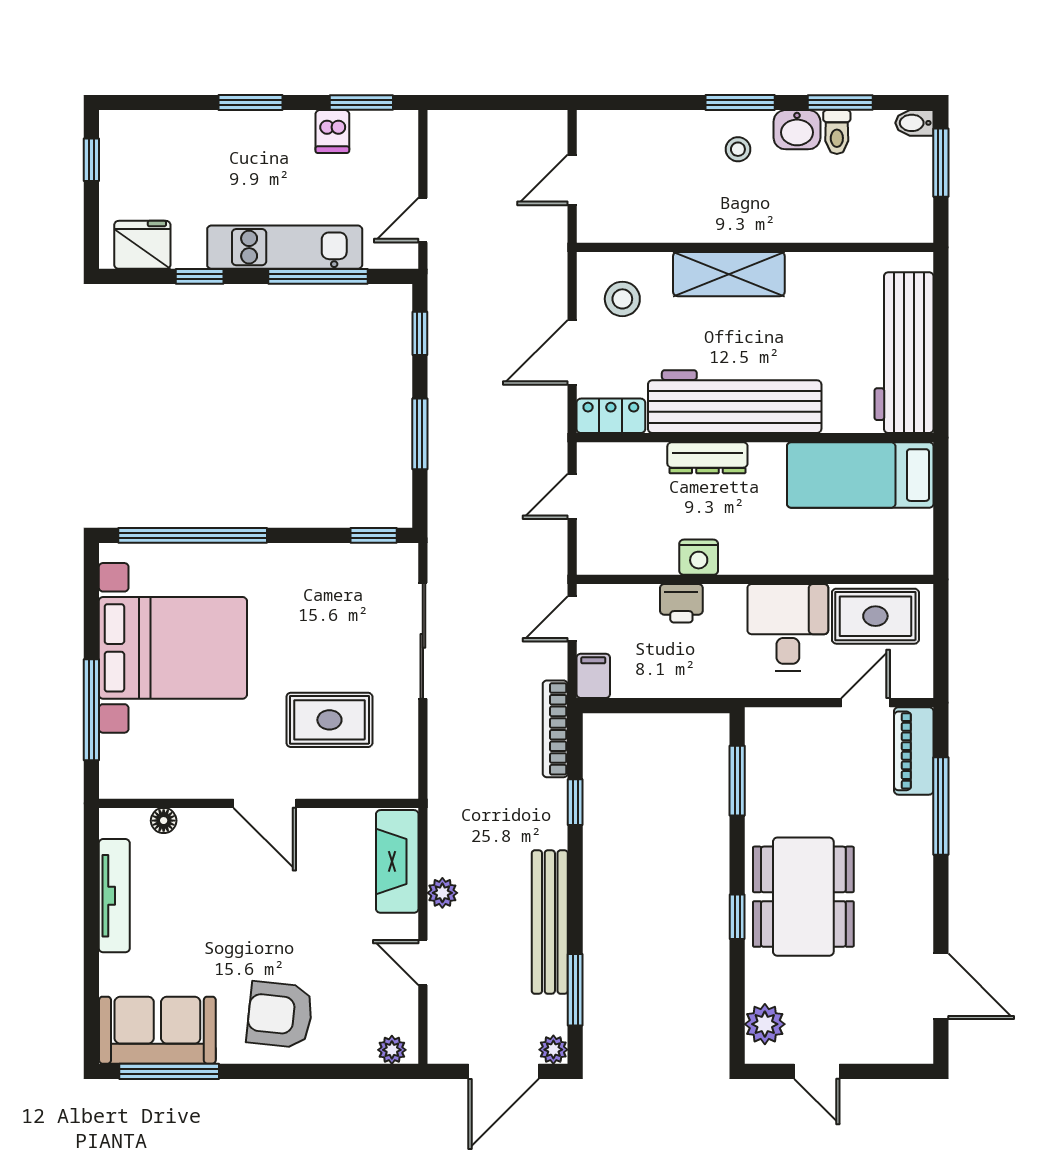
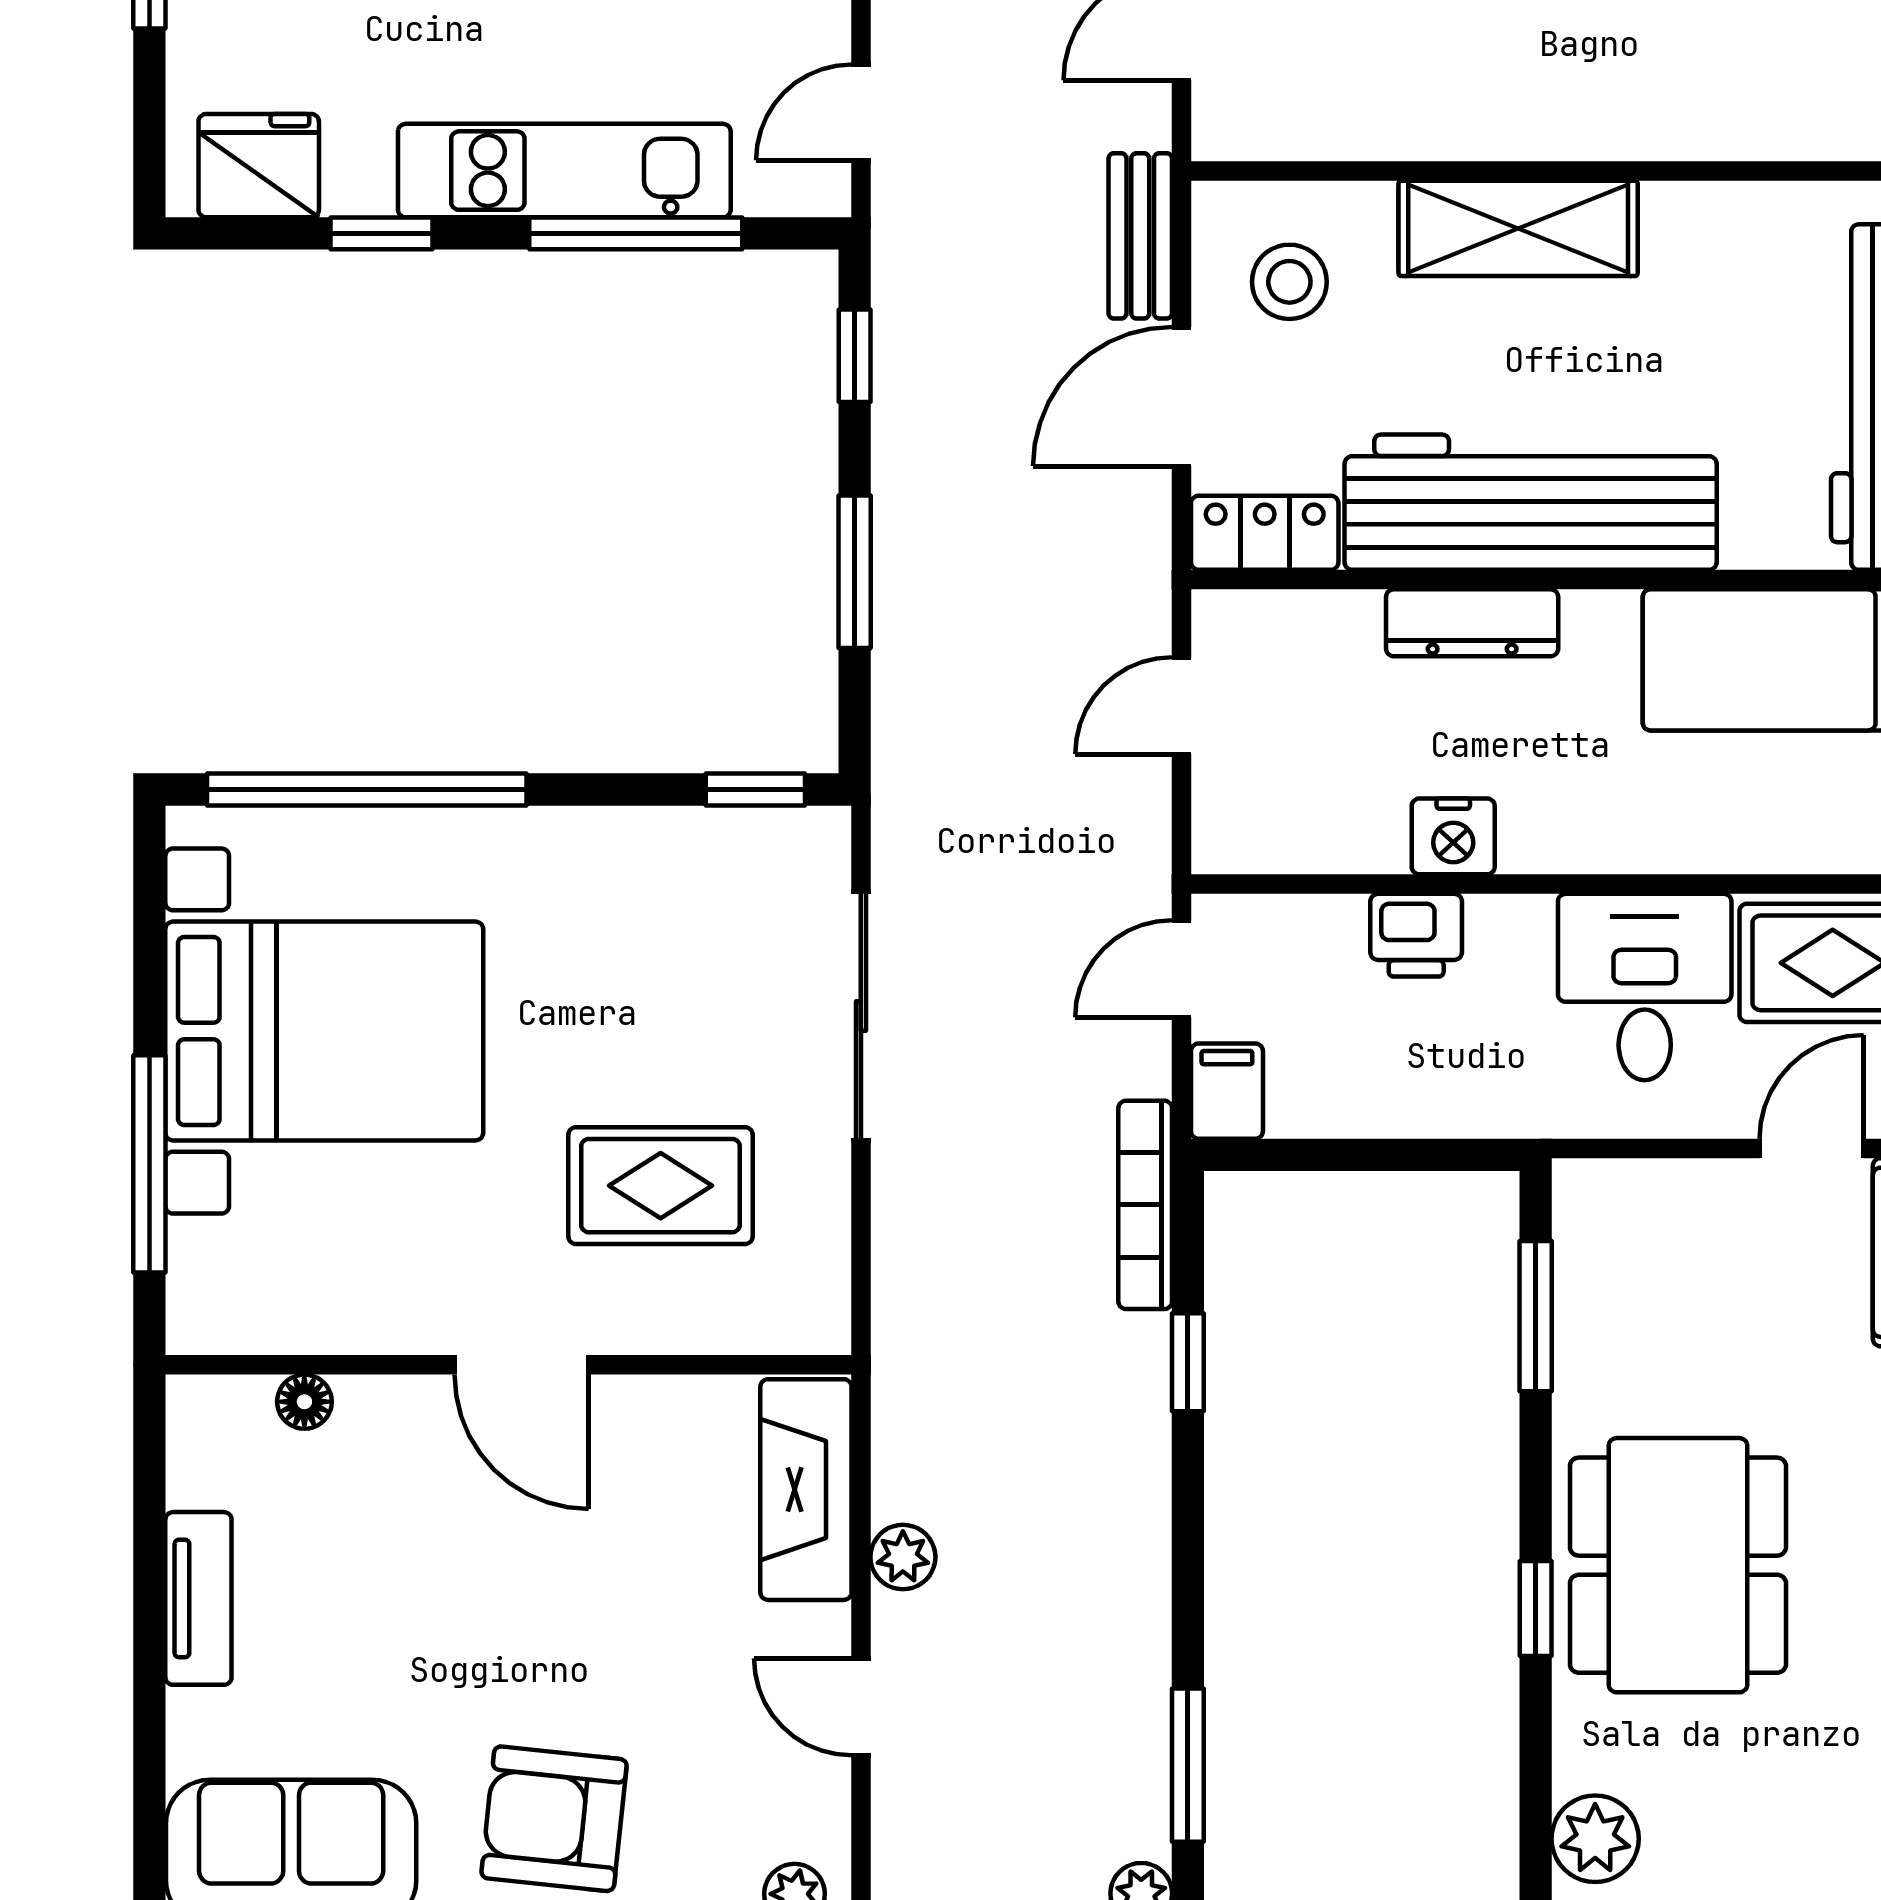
tv unit: (114, 896) -> (198, 1598), width x0.71
bench: (550, 922) -> (1140, 236), moved, width x0.54, depth x0.82

